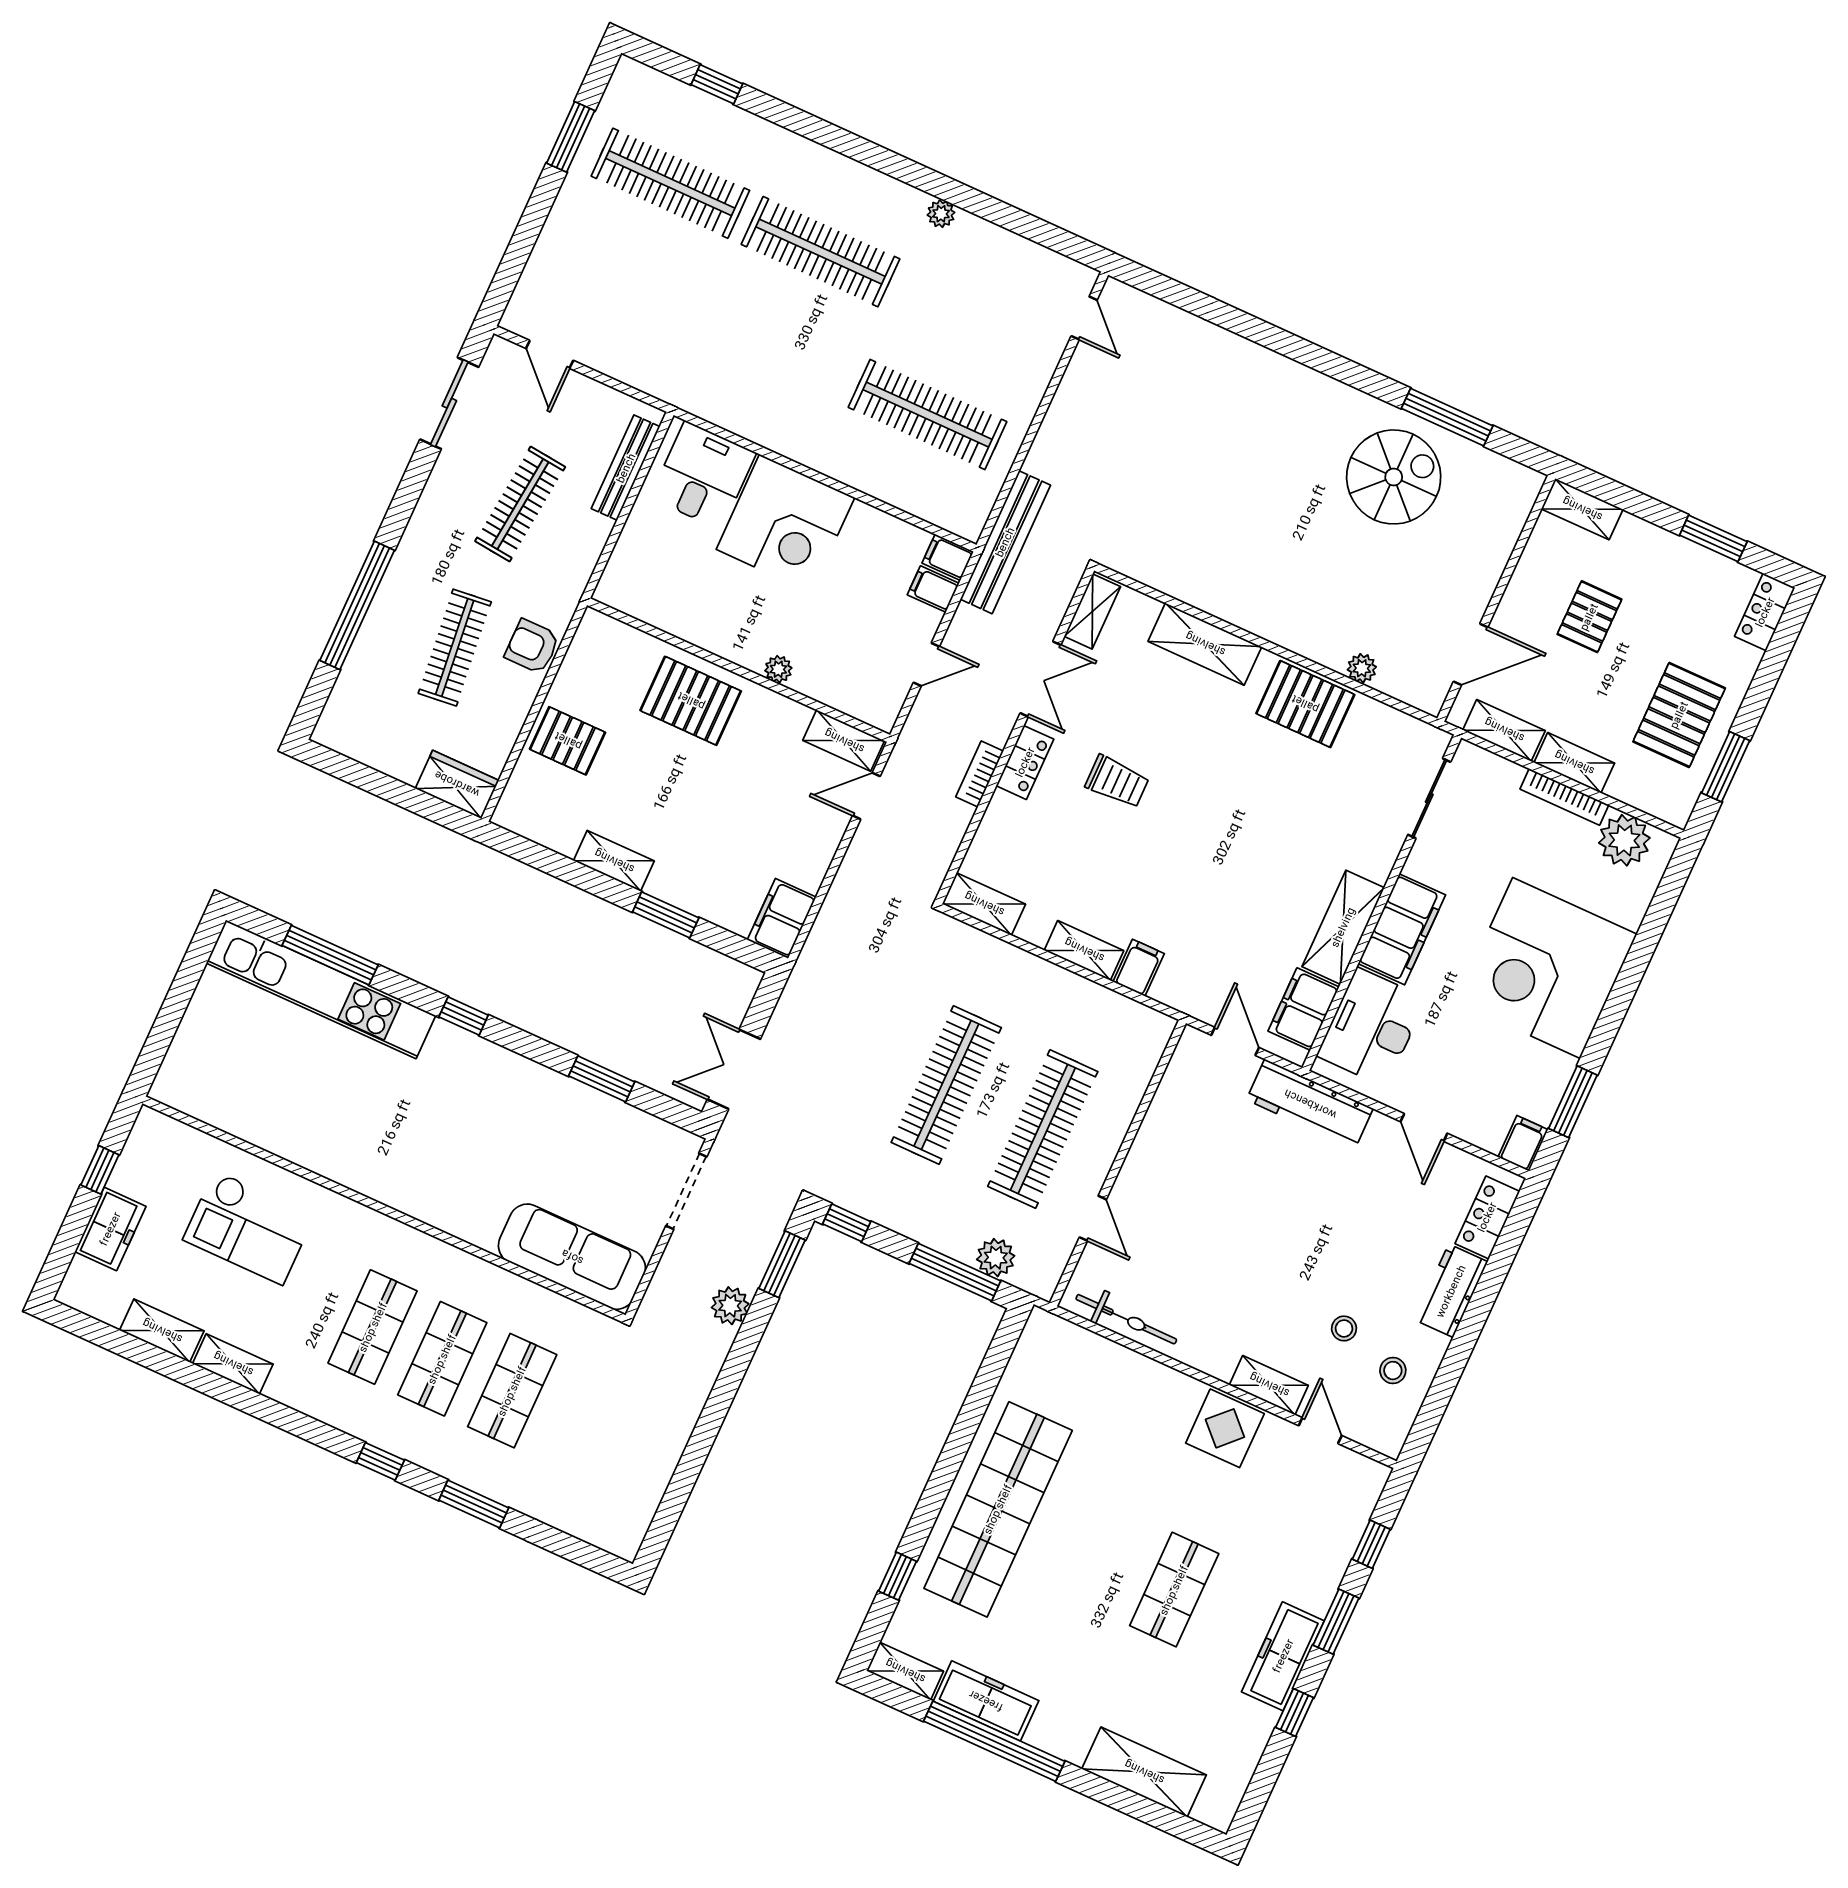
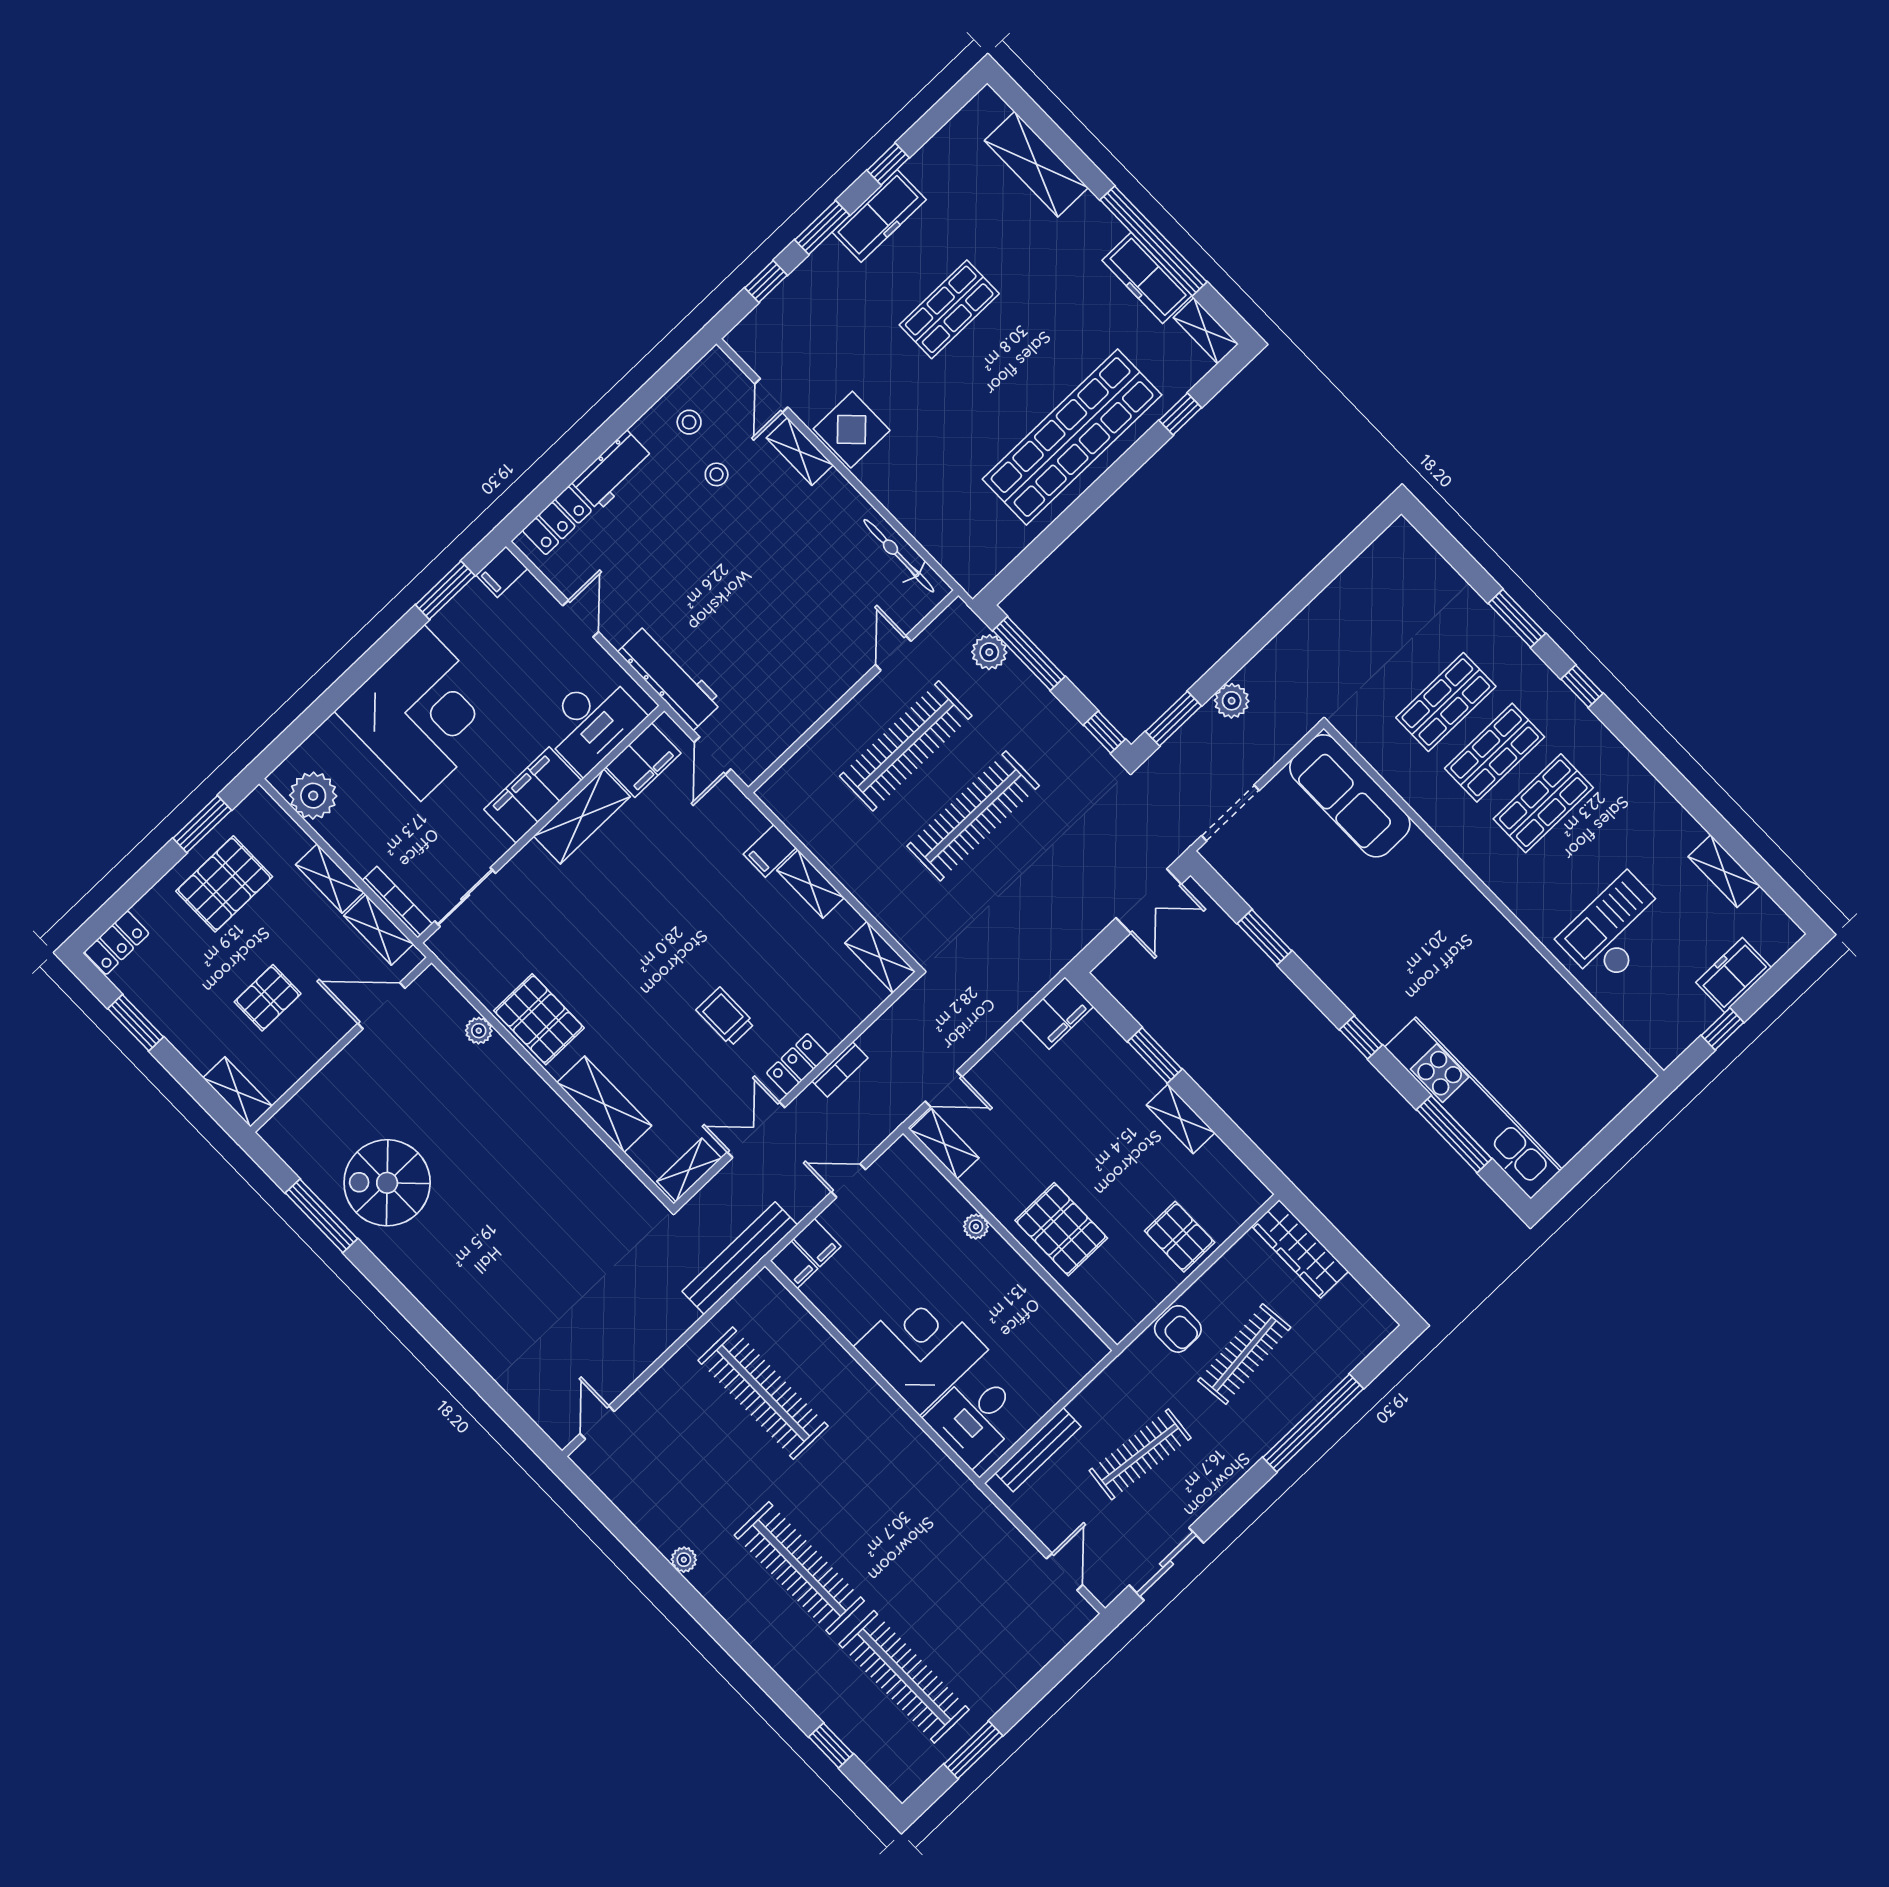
wardrobe: (457, 784) -> (1300, 1249), width x1.50
bookcase: (1564, 797) -> (397, 902), moved
checkout: (249, 1228) -> (1615, 930), turned -90
shelving: (233, 1364) -> (1675, 819), removed

